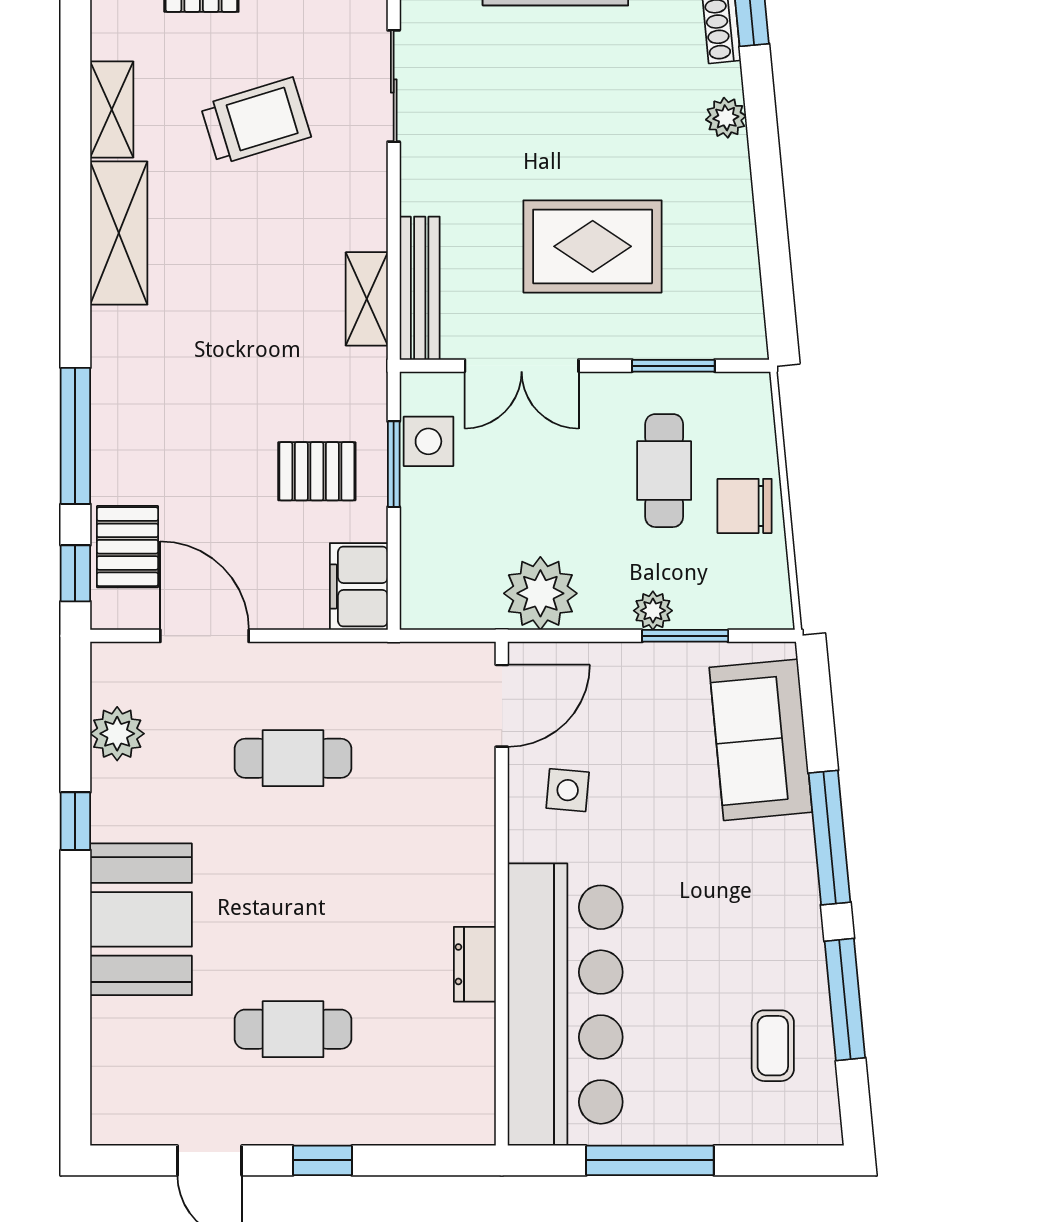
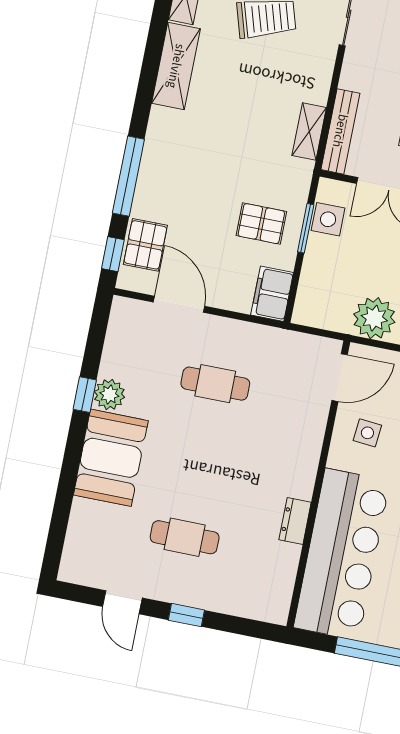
plant: (117, 734) -> (109, 394), moved

